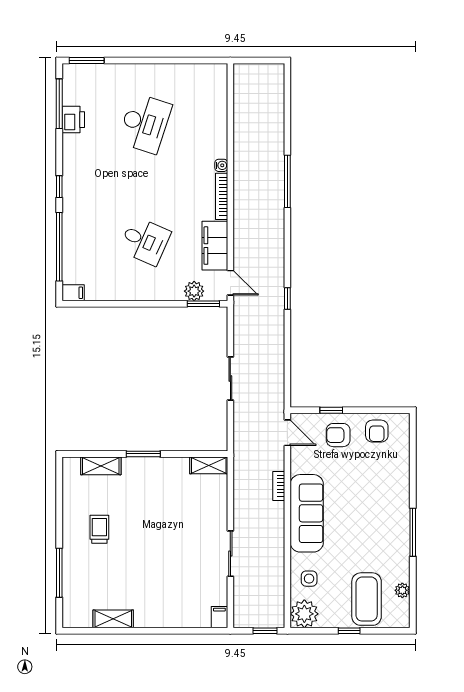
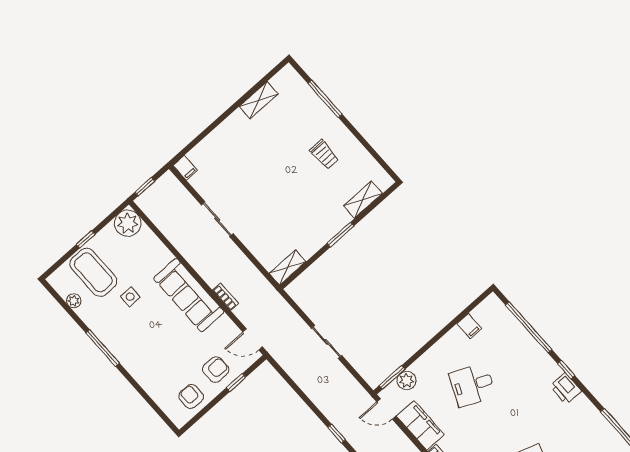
printer: (73, 120) -> (566, 388), moved
filing cabinet: (73, 293) -> (469, 326), moved, turned -90
side table: (309, 579) -> (130, 297), moved

